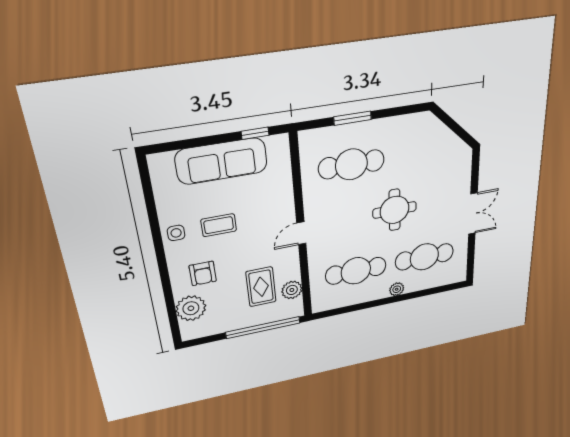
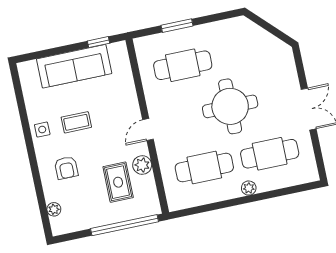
round table: (395, 210) -> (230, 106), width x1.36, depth x1.36
plant: (292, 290) -> (142, 165), moved
plant: (191, 308) -> (54, 209), width x0.53, depth x0.53

